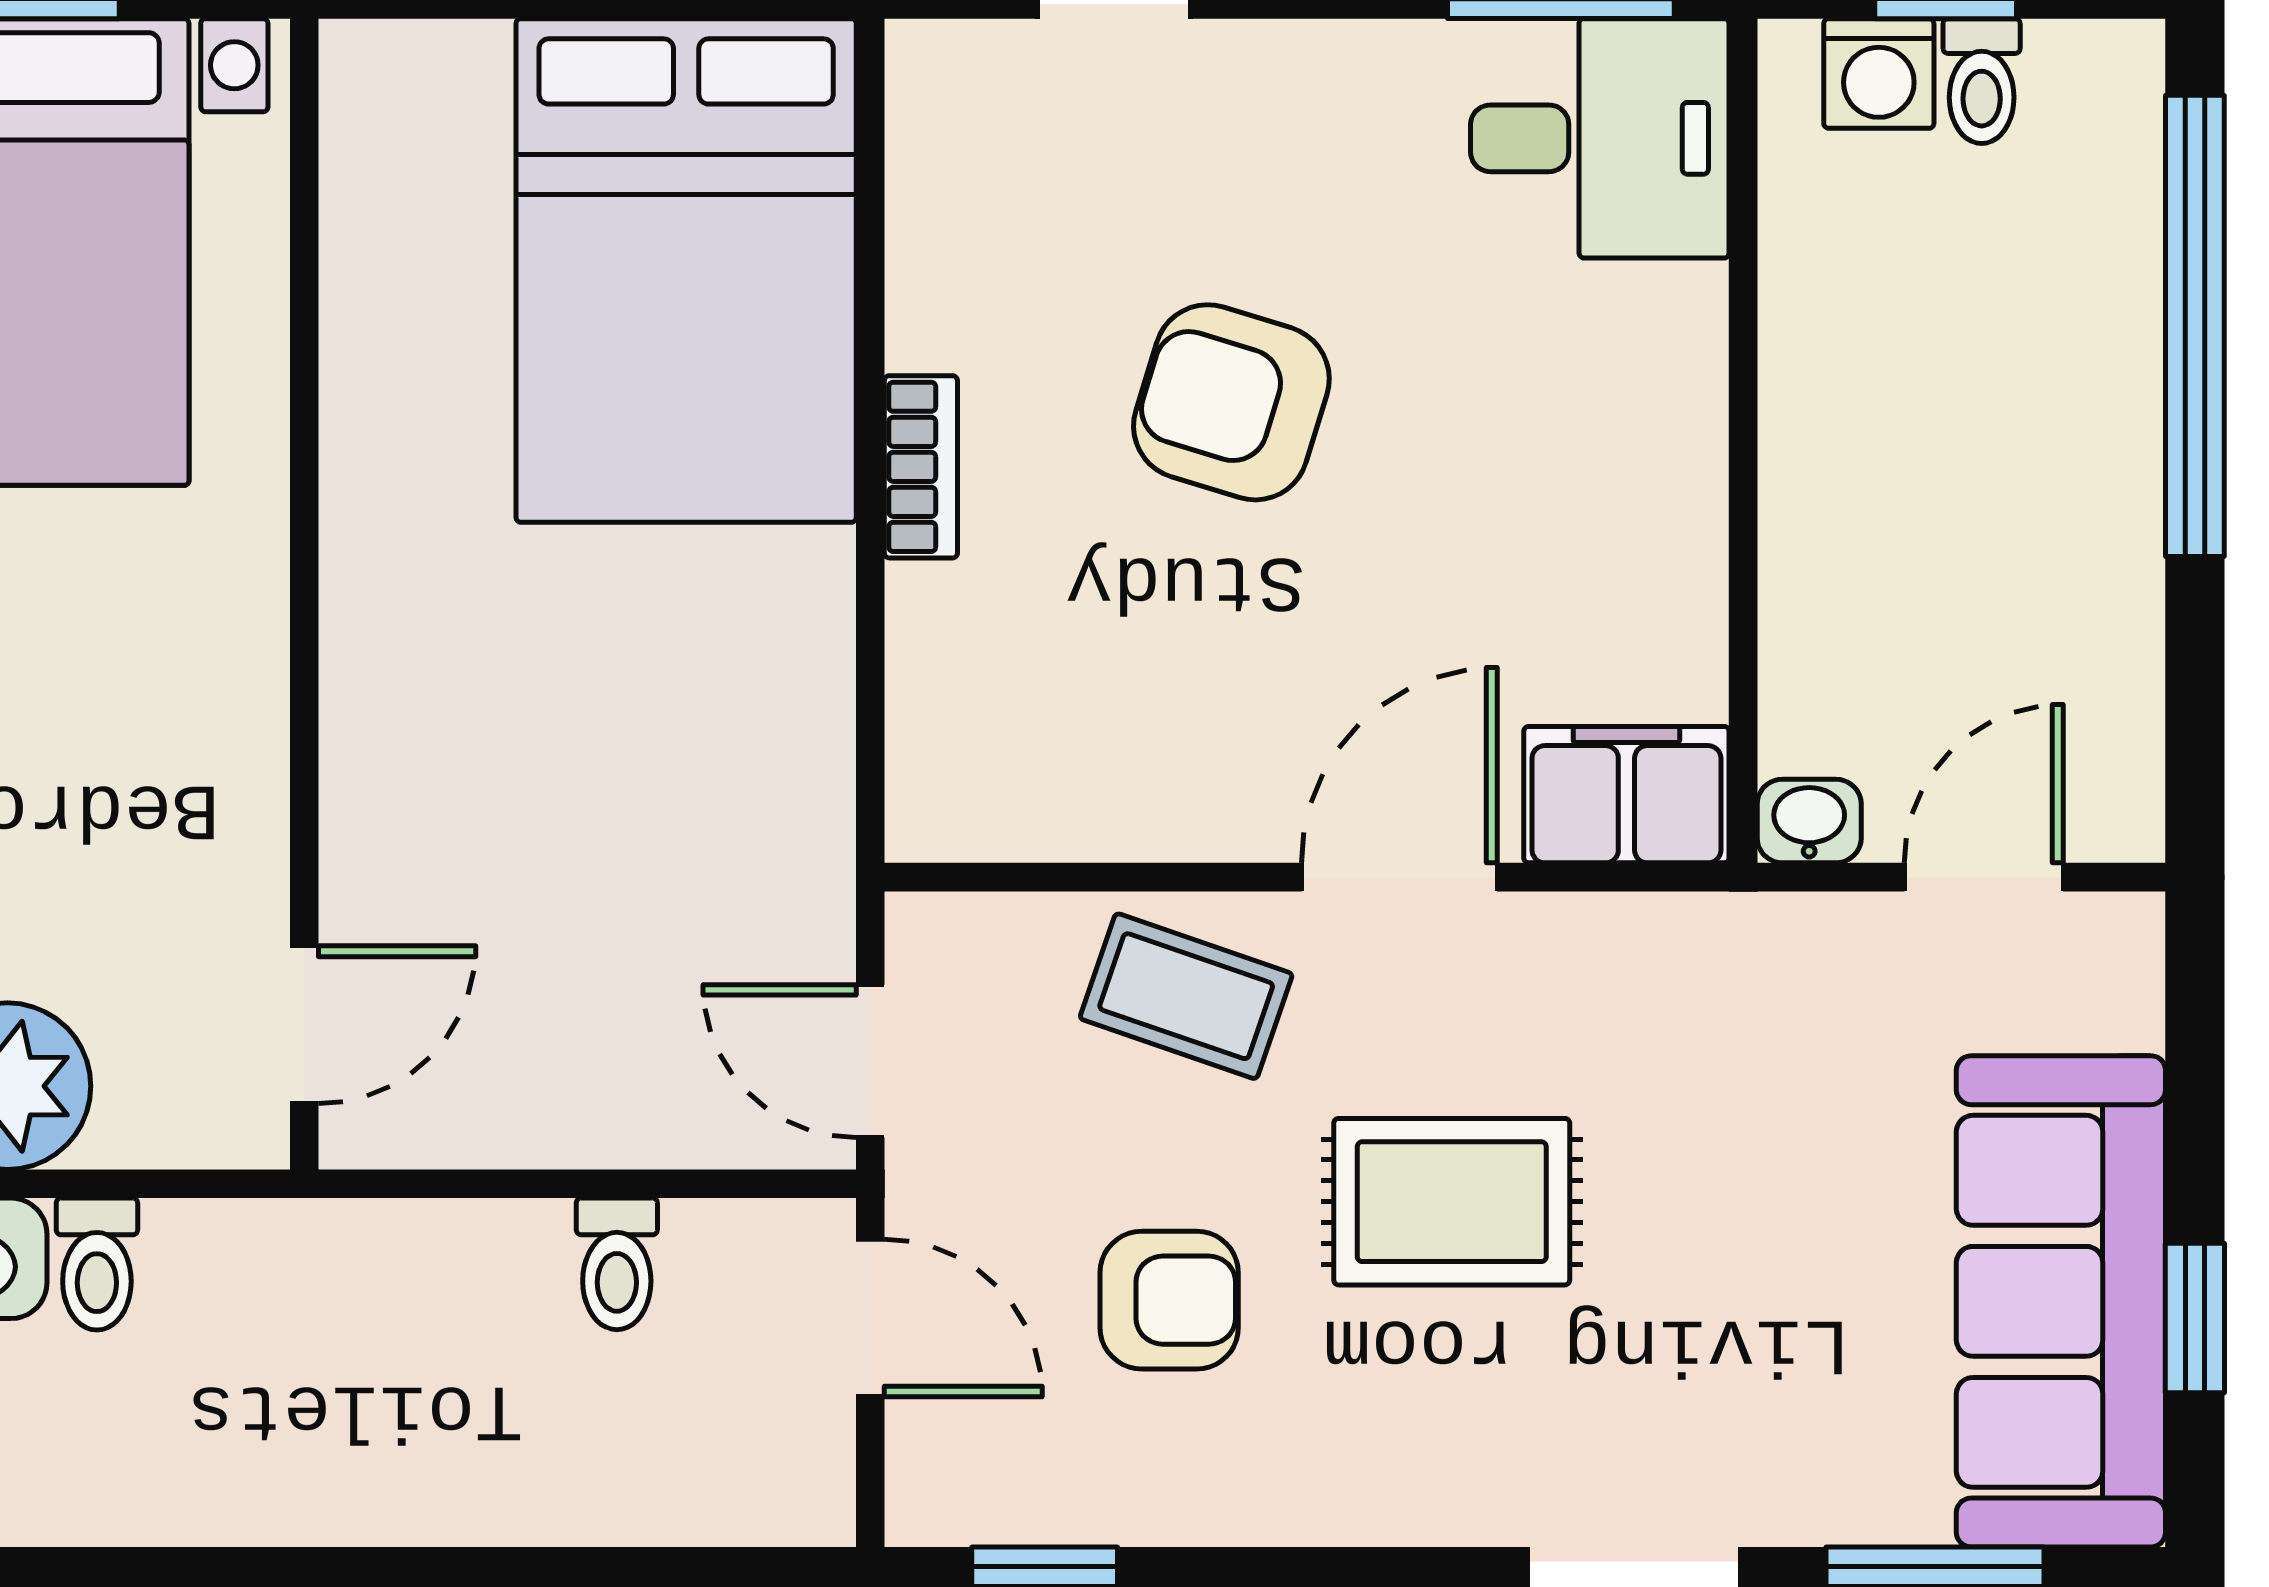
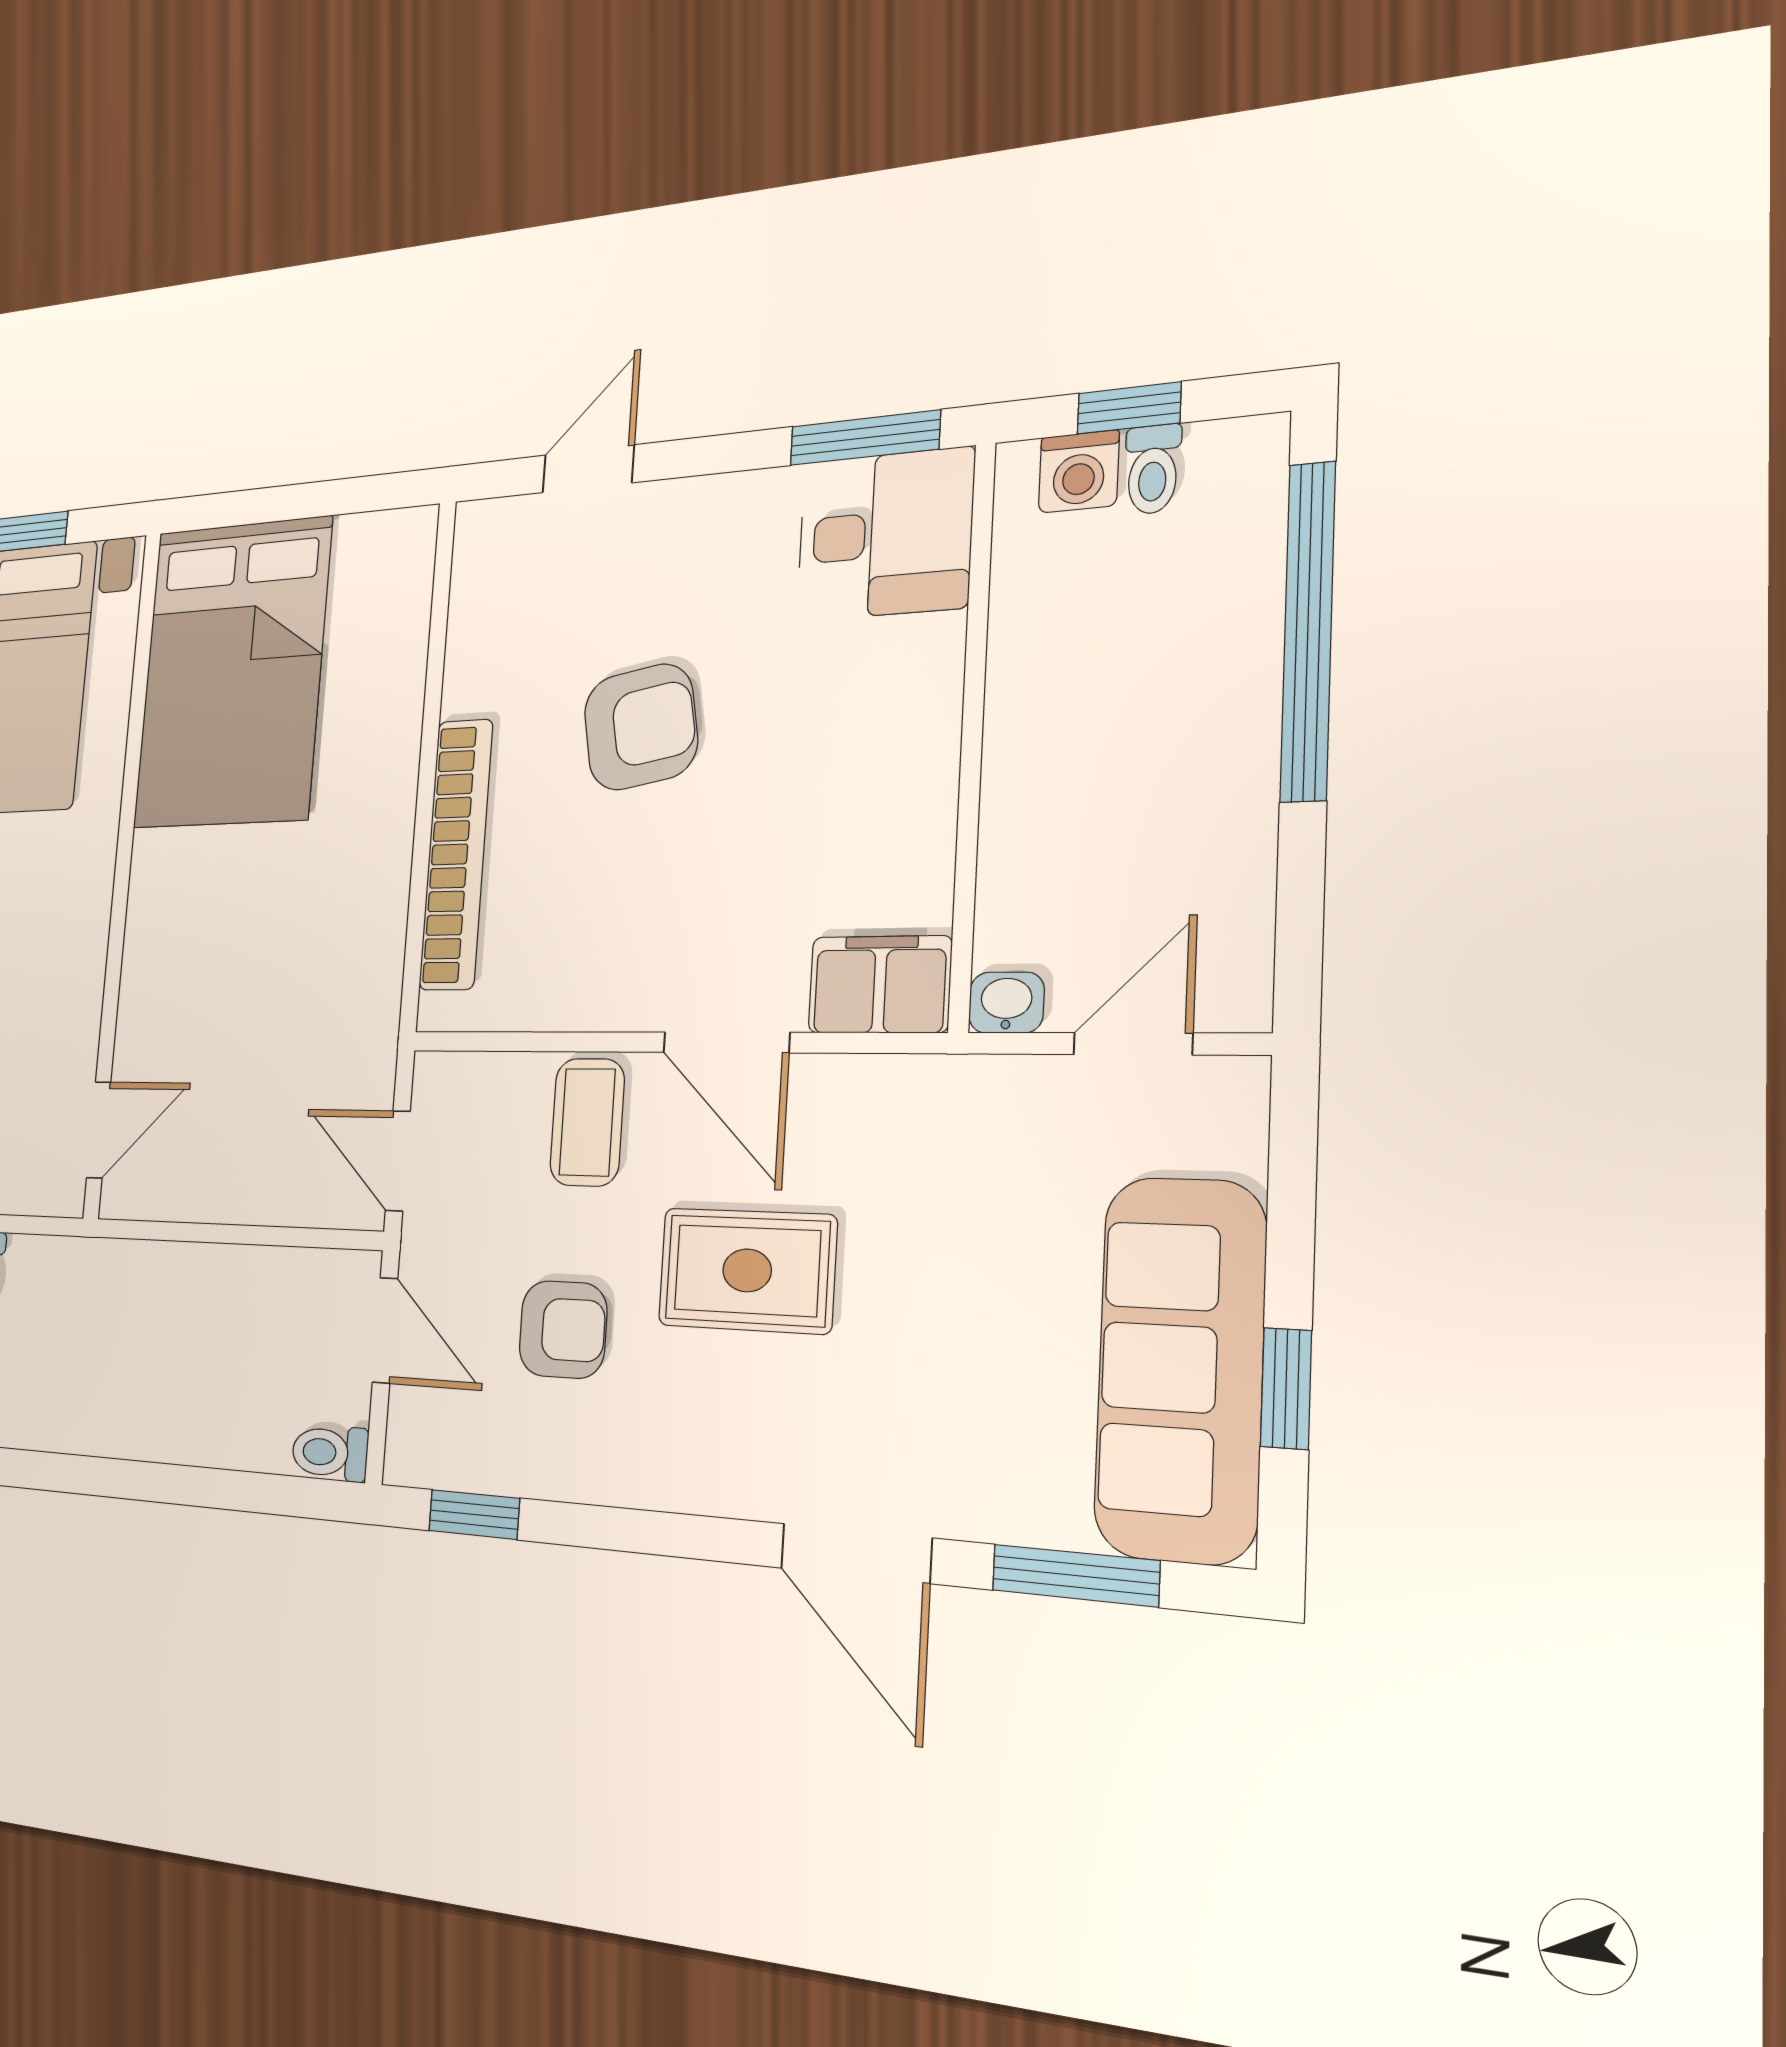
bed: (686, 270) -> (232, 673), moved
armchair: (1231, 402) -> (641, 727), turned 153
bookcase: (921, 467) -> (456, 854), width x2.31, depth x1.31
door: (1399, 877) -> (726, 1042), swing flipped
coffee table: (1186, 996) -> (587, 1122), turned 71
toilet: (617, 1264) -> (330, 1453), moved, turned 90

